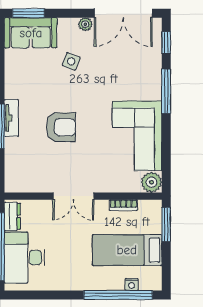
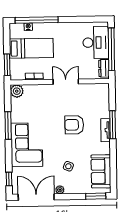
sofa: (31, 33) -> (101, 171), moved, turned -90
window: (166, 91) -> (8, 126), moved
corner sofa: (137, 136) -> (27, 145), moved

